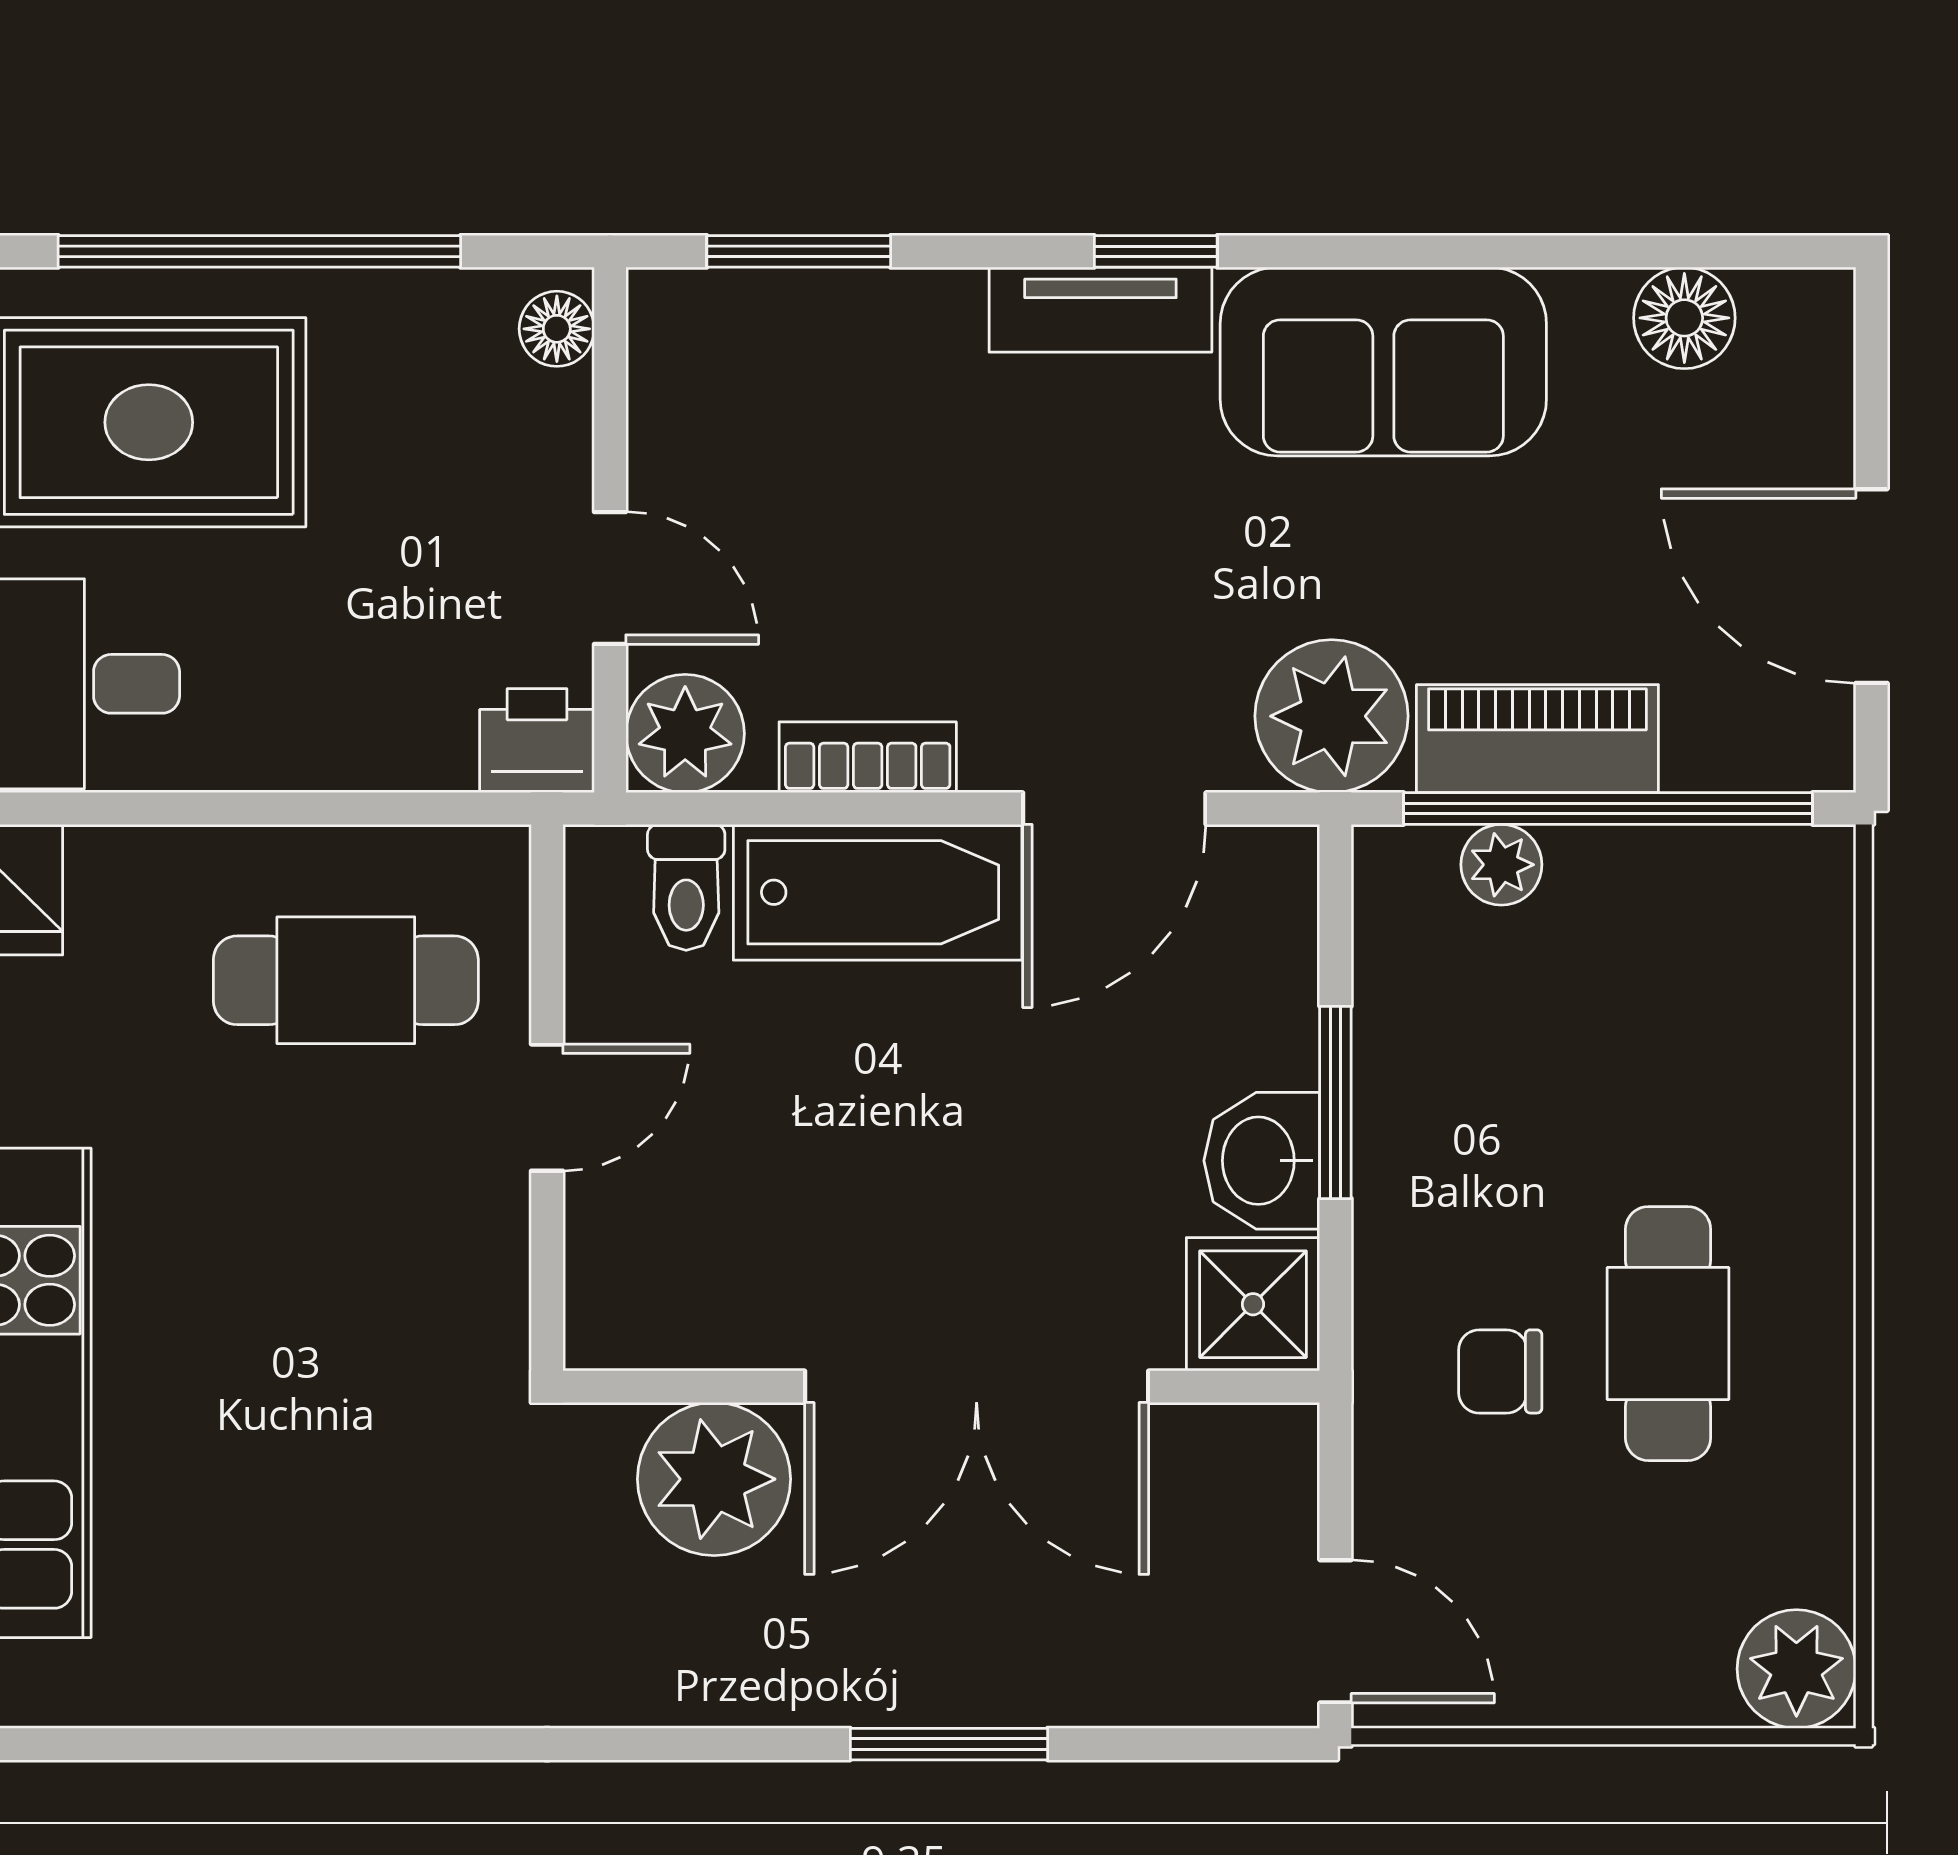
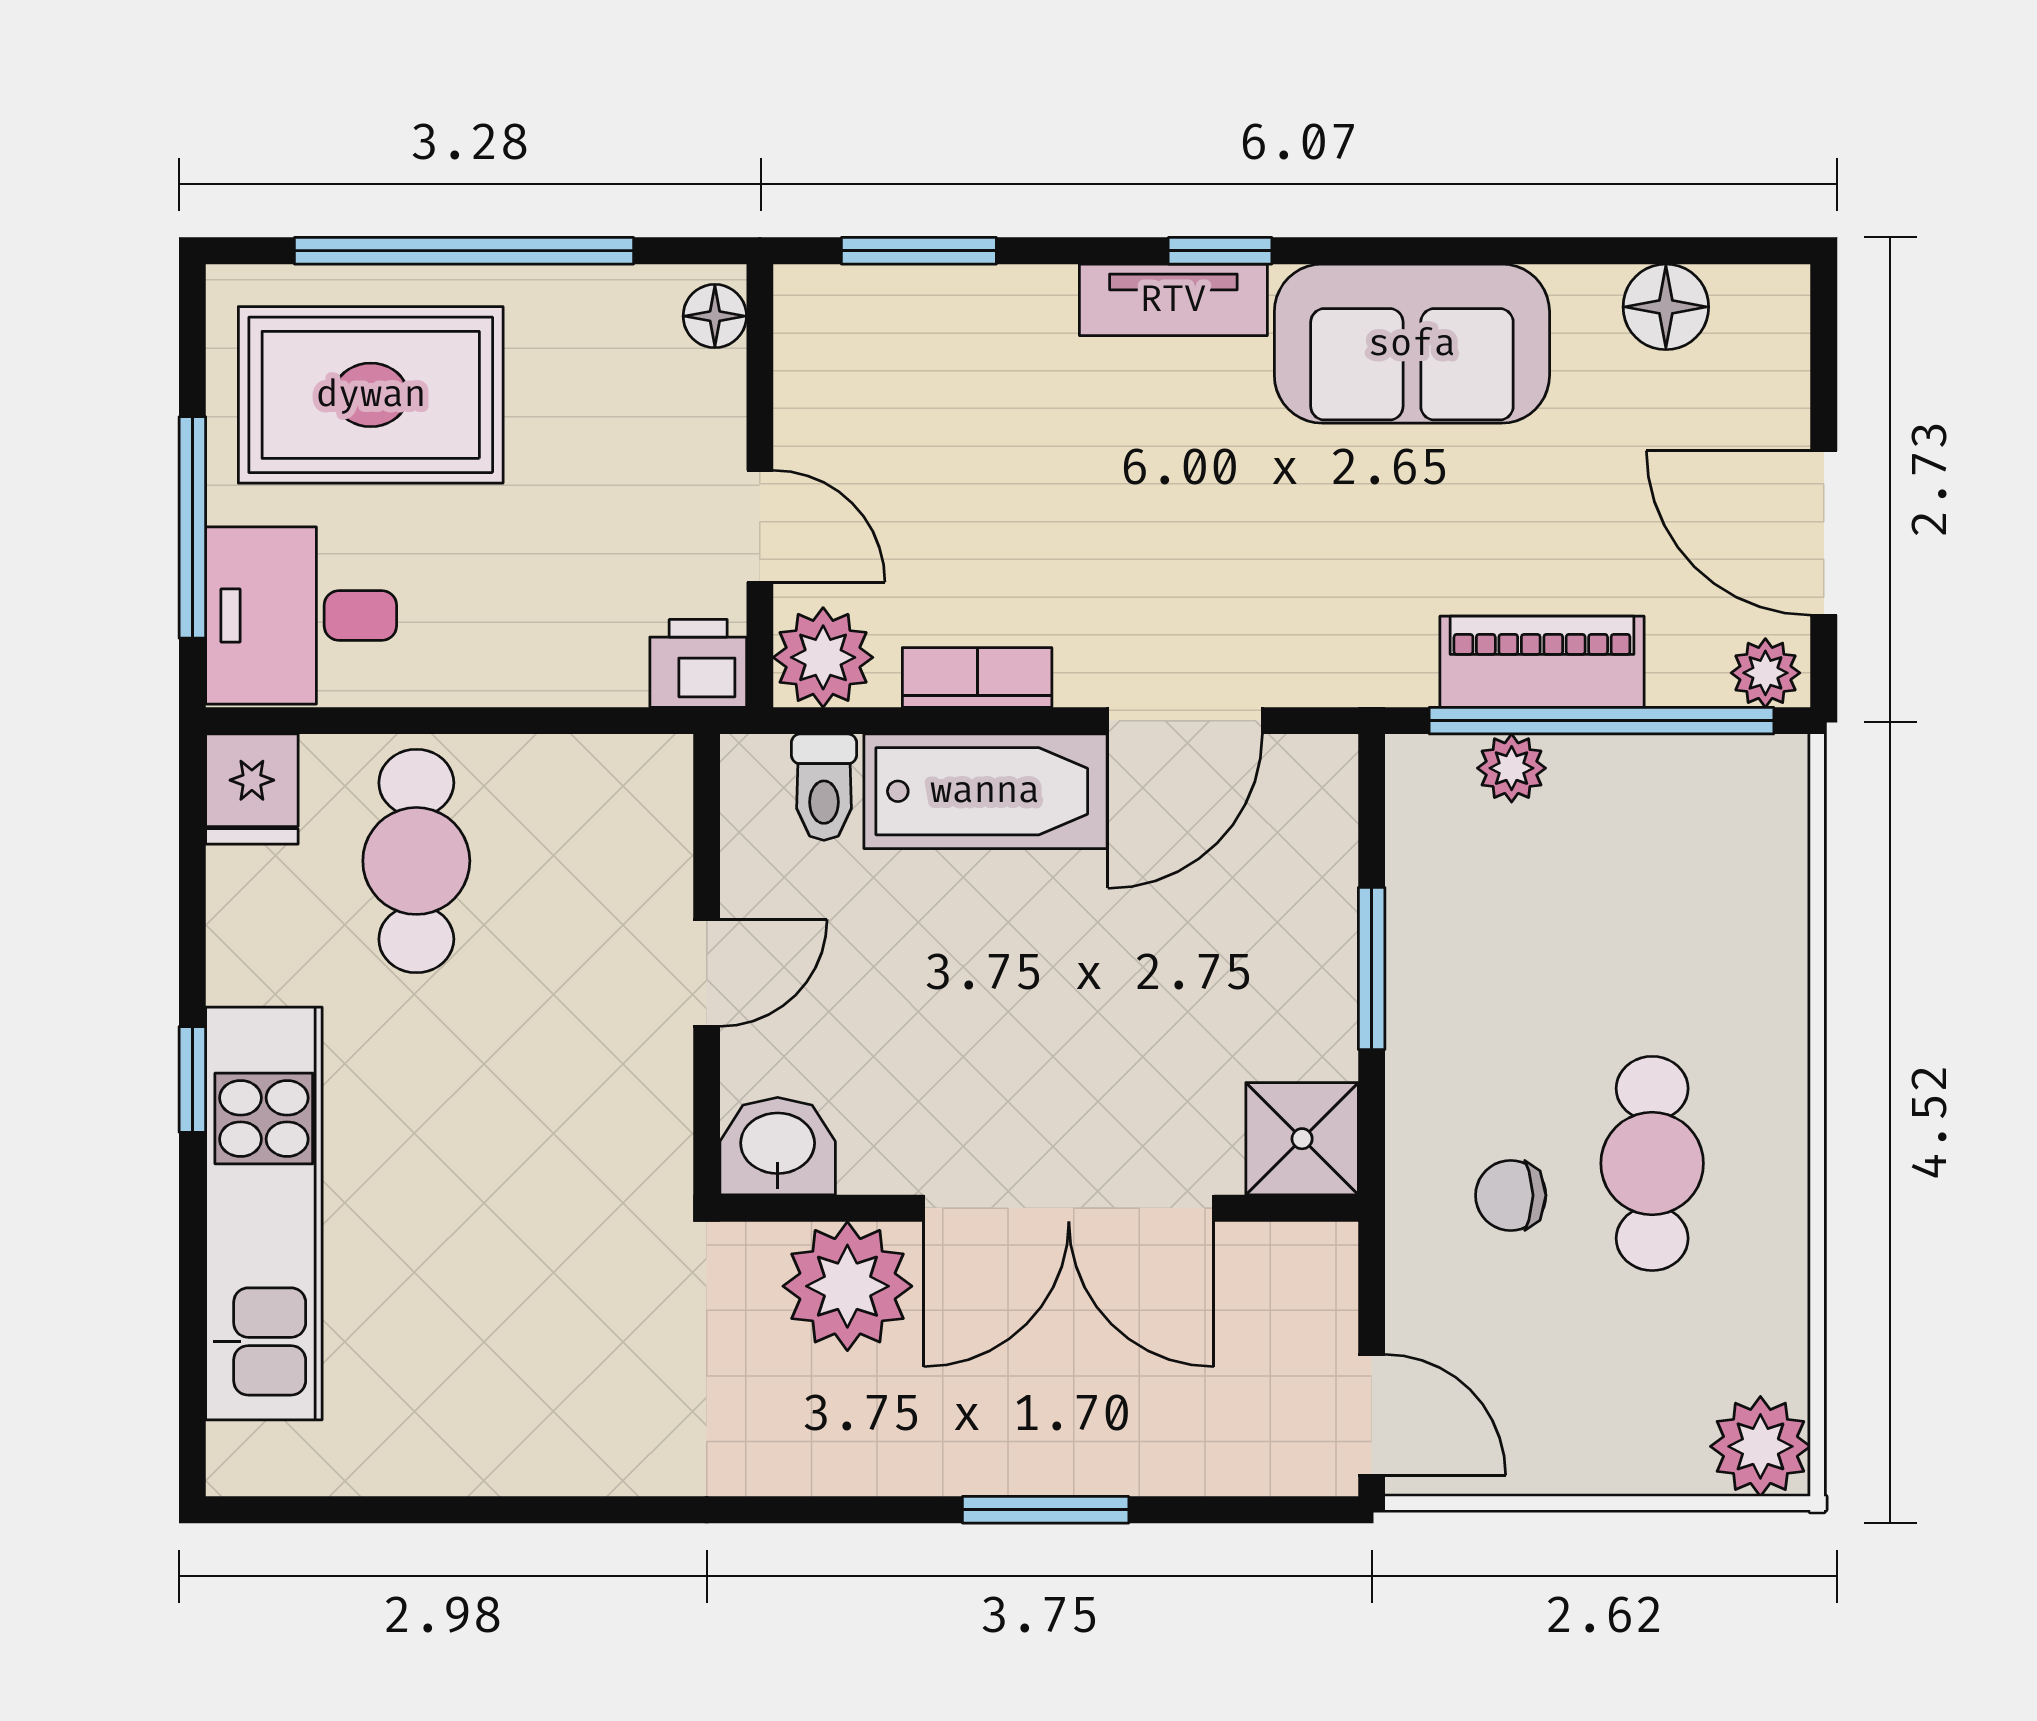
plant: (1332, 716) -> (1765, 673), moved, width x0.53, depth x0.53
cafe table: (346, 980) -> (416, 861), moved, turned 90
washbasin: (1262, 1161) -> (778, 1146), moved, turned 90

